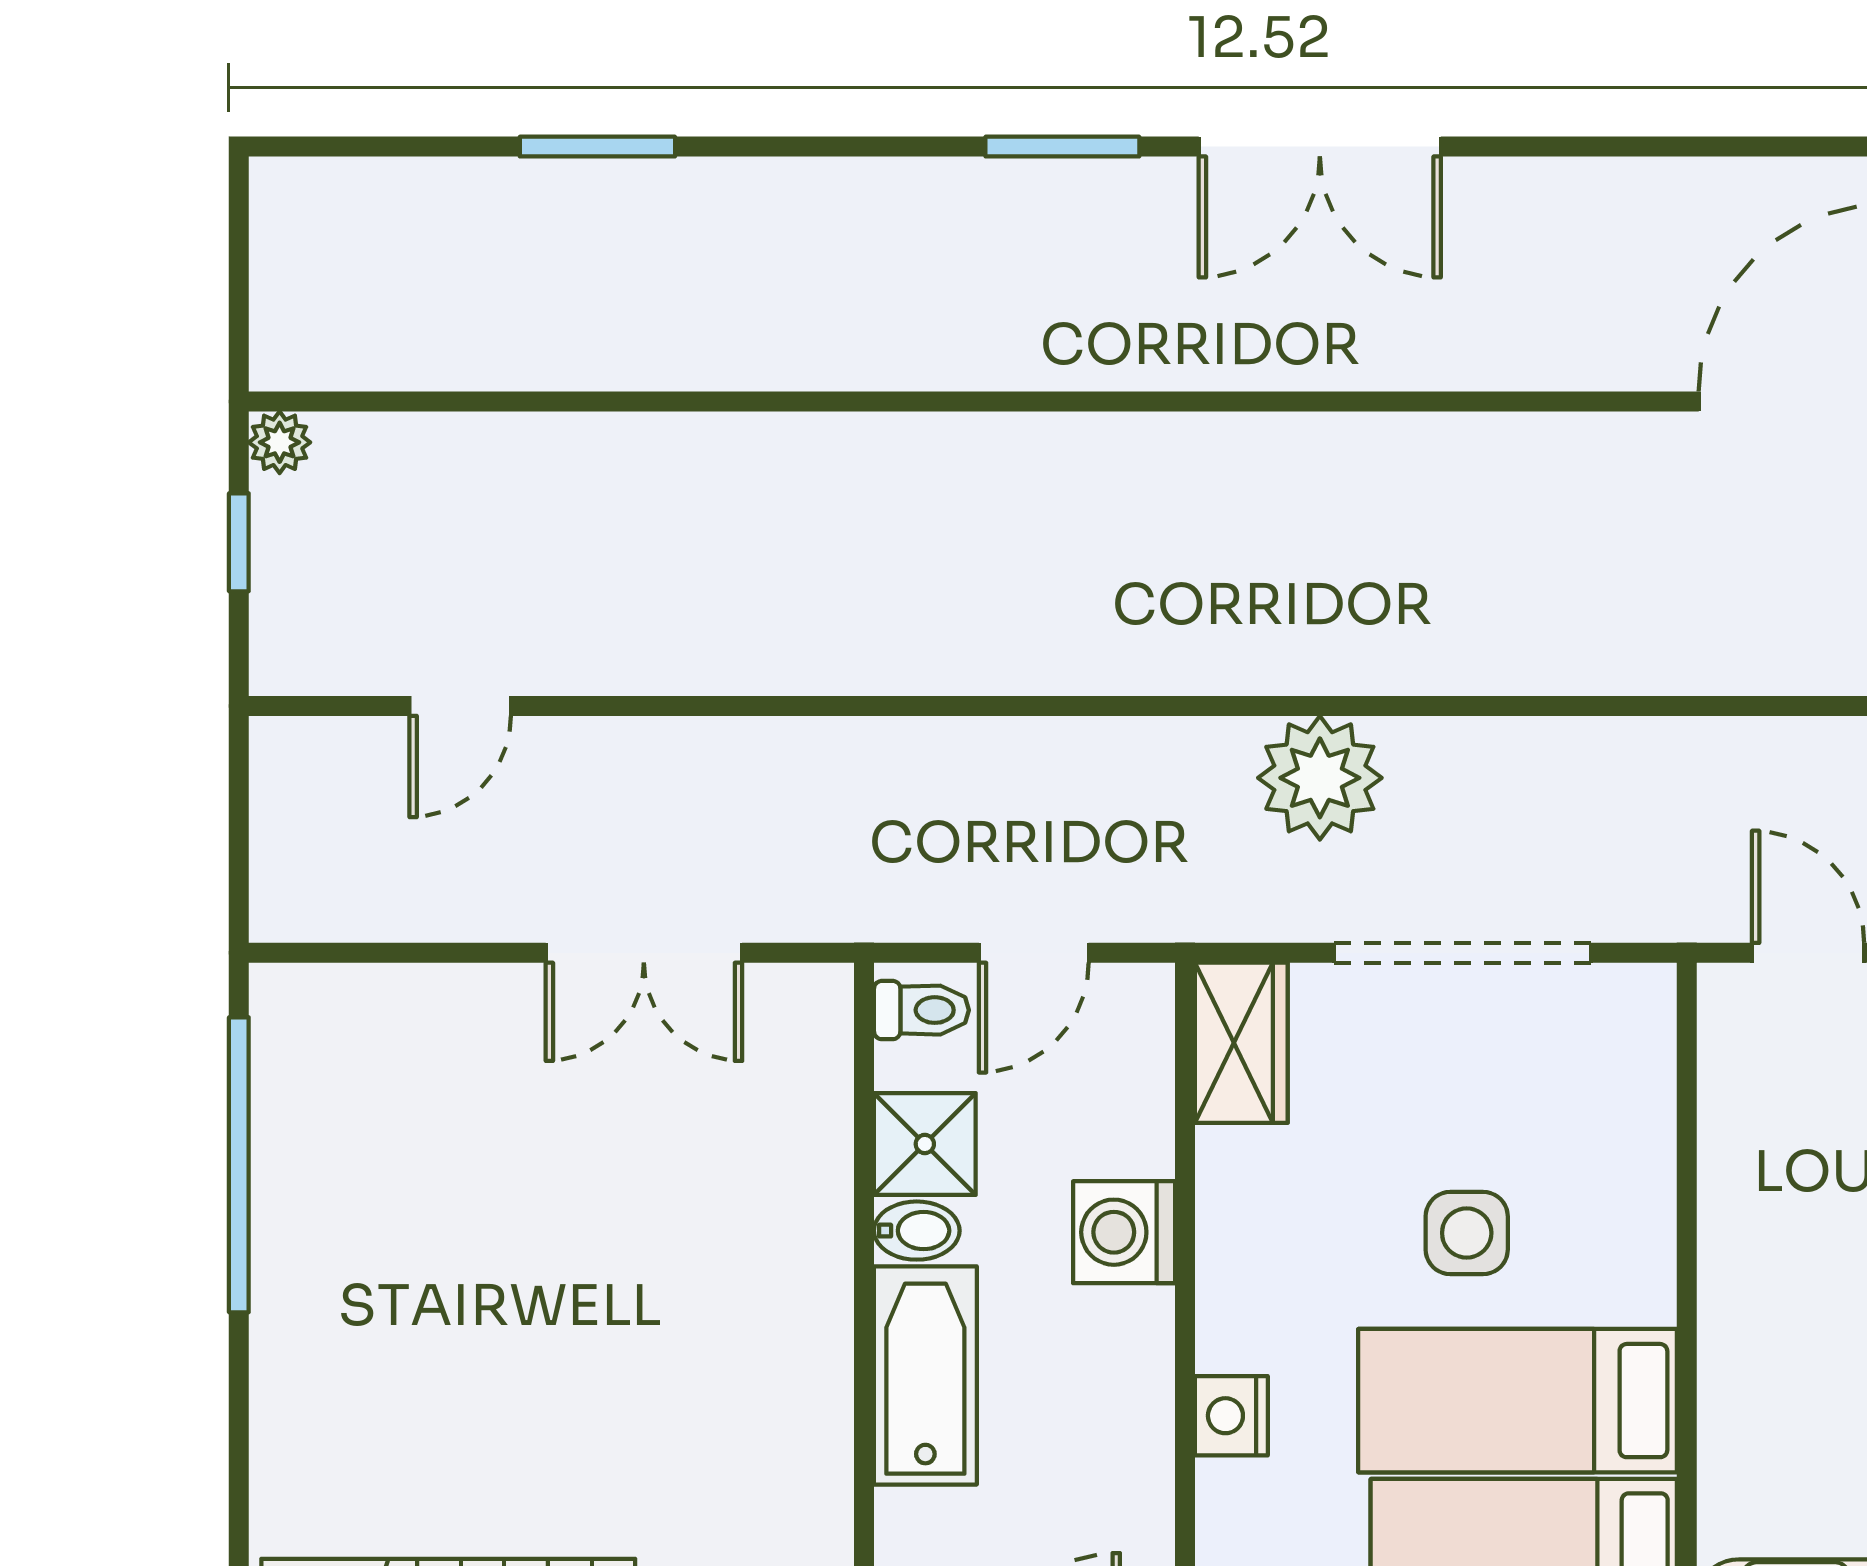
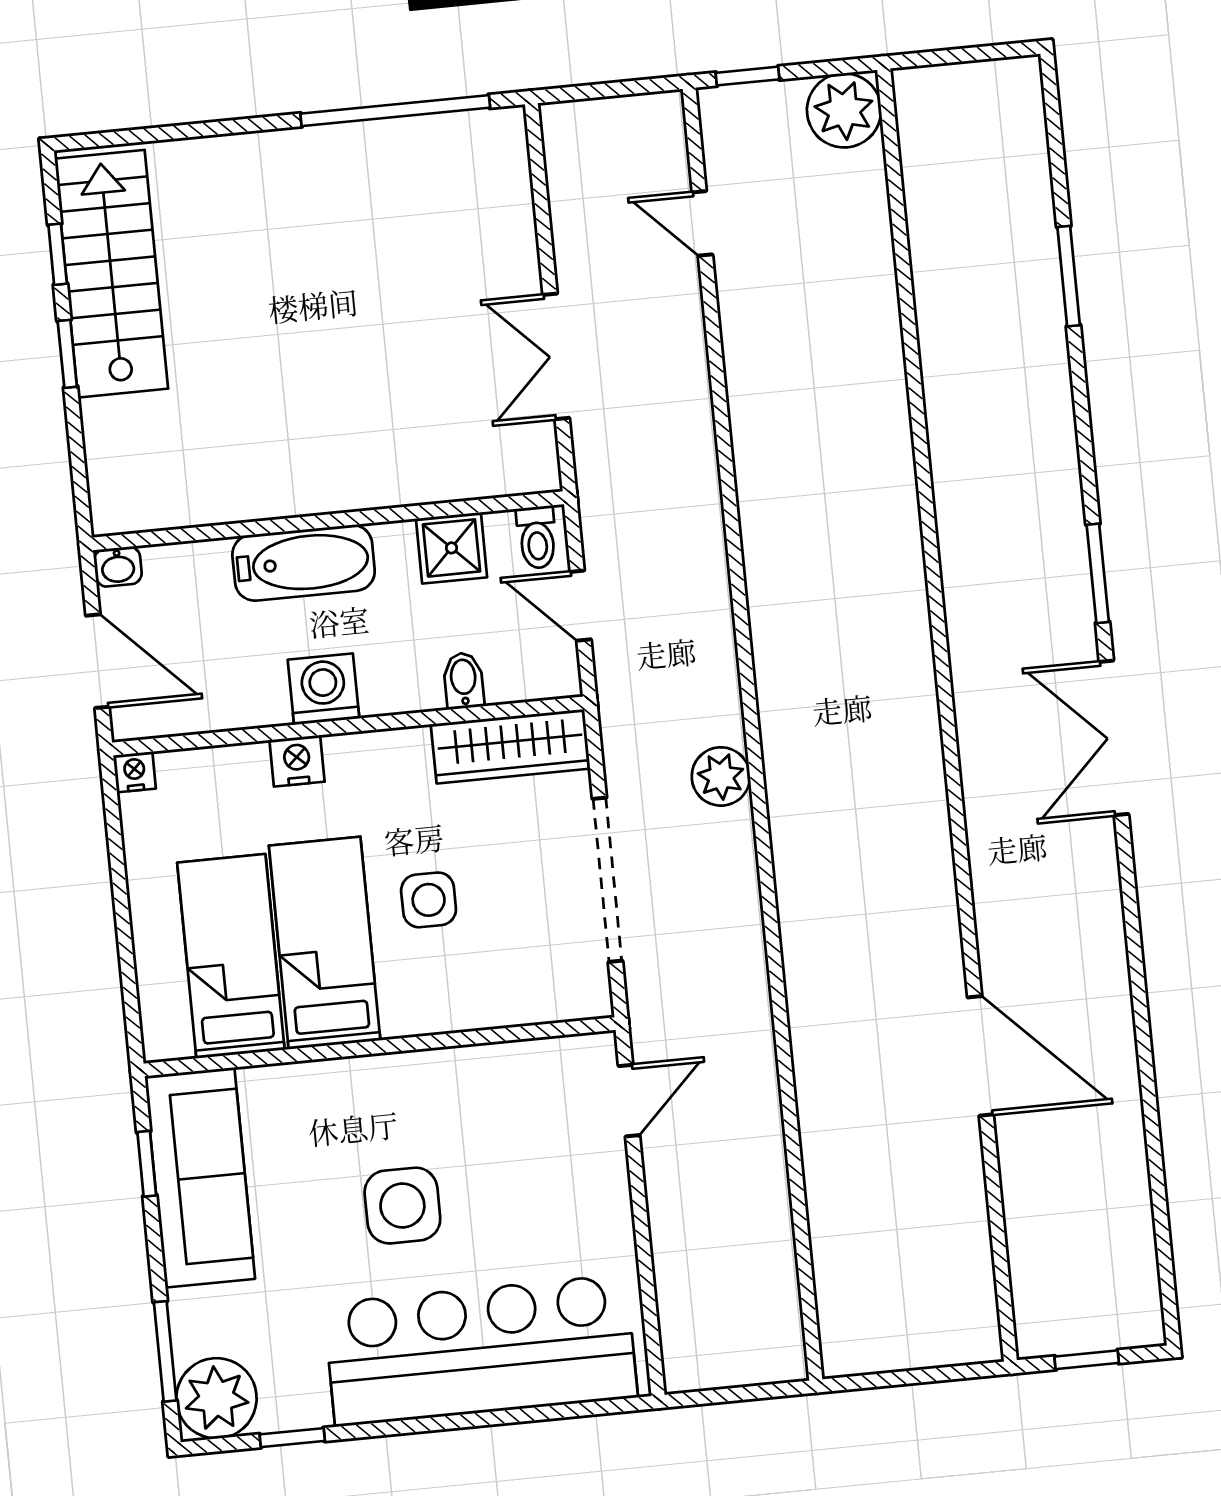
plant: (280, 442) -> (844, 110), width x1.87, depth x1.87
window: (239, 542) -> (747, 76), moved
plant: (1320, 778) -> (721, 776), width x0.73, depth x0.73
wardrobe: (1241, 1043) -> (510, 746), width x1.50
bidet: (917, 1231) -> (464, 681), moved, turned 180
washing machine: (1124, 1232) -> (323, 689), moved

